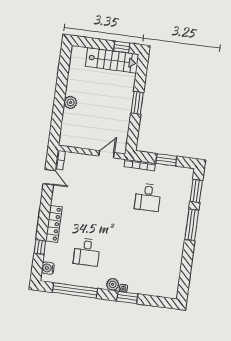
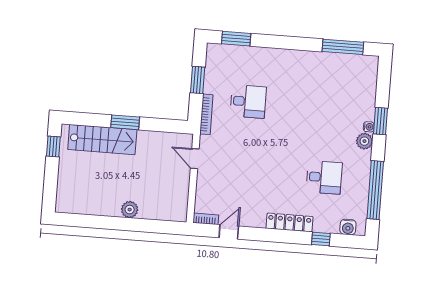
stairs: (112, 60) -> (102, 140), moved, turned 90
window: (192, 225) -> (343, 47), moved

